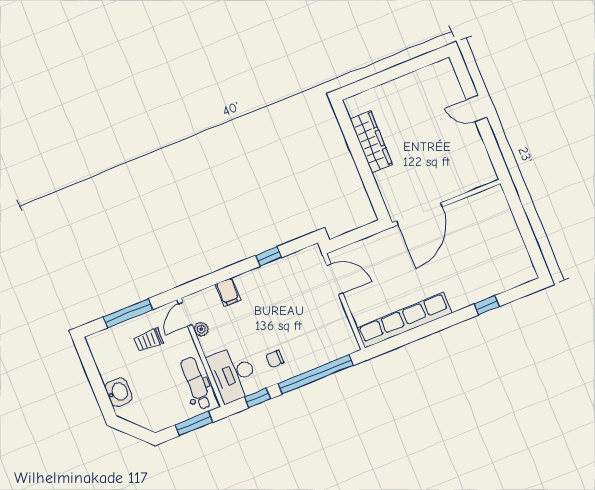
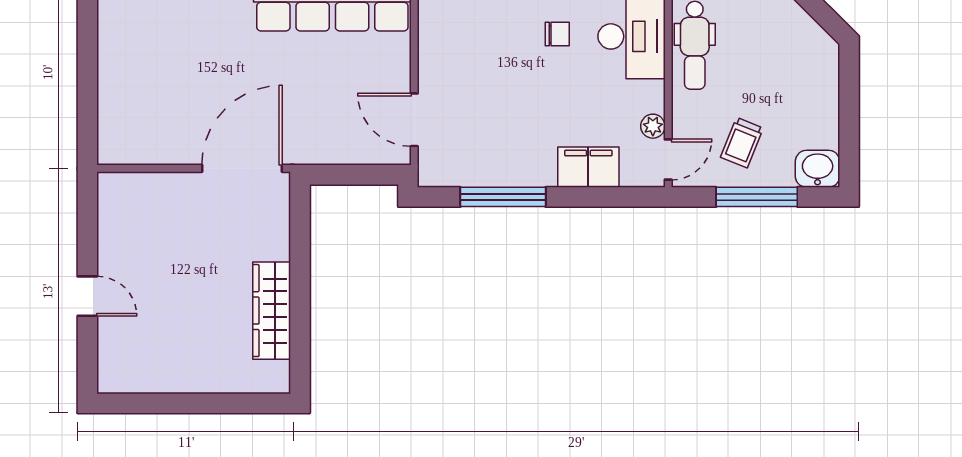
window: (268, 256) -> (503, 197), width x2.17
filing cabinet: (228, 292) -> (588, 167), width x2.00
trolley: (148, 340) -> (742, 143), turned 112
washbasin: (118, 392) -> (818, 169), moved, turned 90

